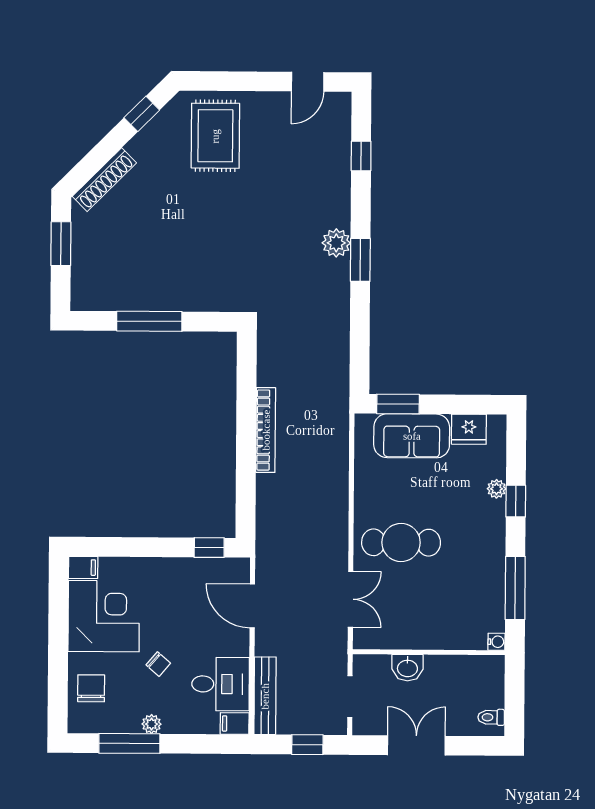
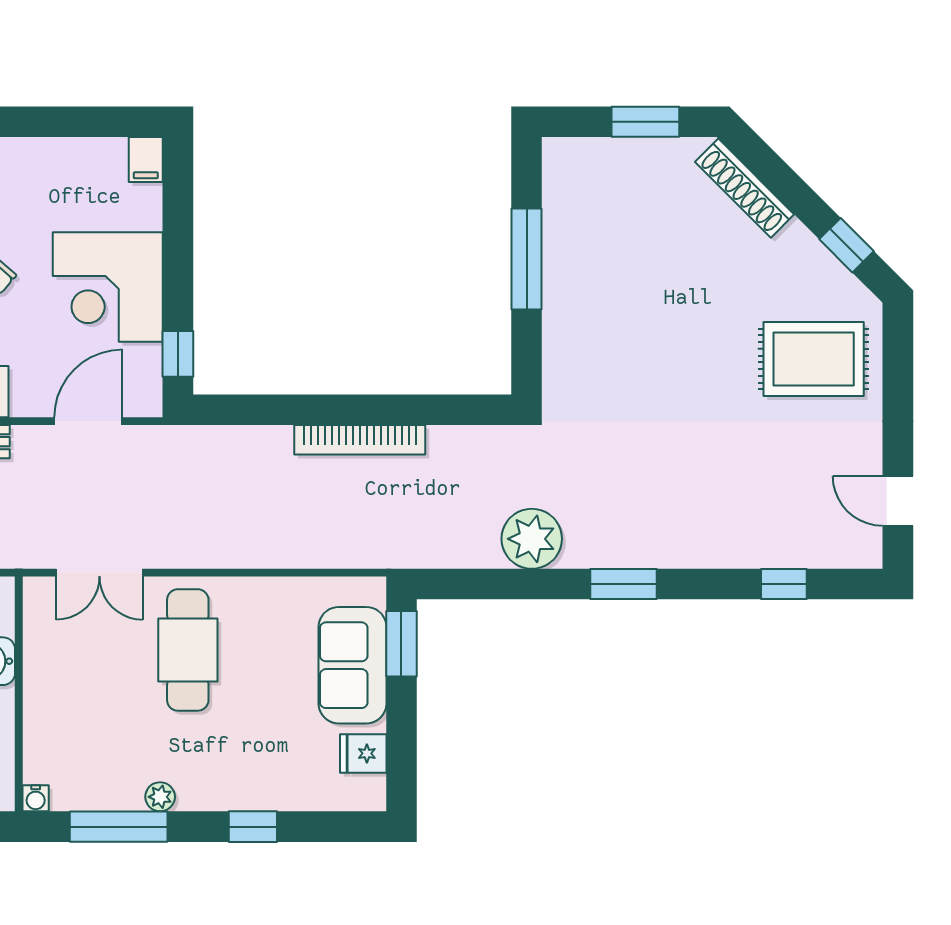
plant: (336, 243) -> (532, 539), moved, width x1.36, depth x1.36
fridge: (469, 429) -> (363, 753), width x0.72
plant: (497, 489) -> (160, 797), moved
corner desk: (104, 616) -> (108, 287), moved, turned 90

